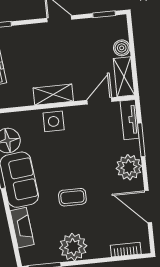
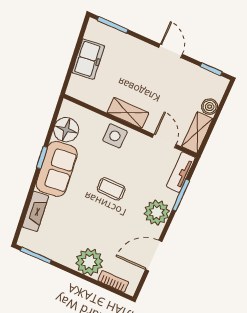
door: (99, 101) -> (164, 141), hinge flipped
coffee table: (72, 197) -> (111, 189), moved
door: (148, 207) -> (154, 256), hinge flipped
plant: (73, 247) -> (89, 262), moved

